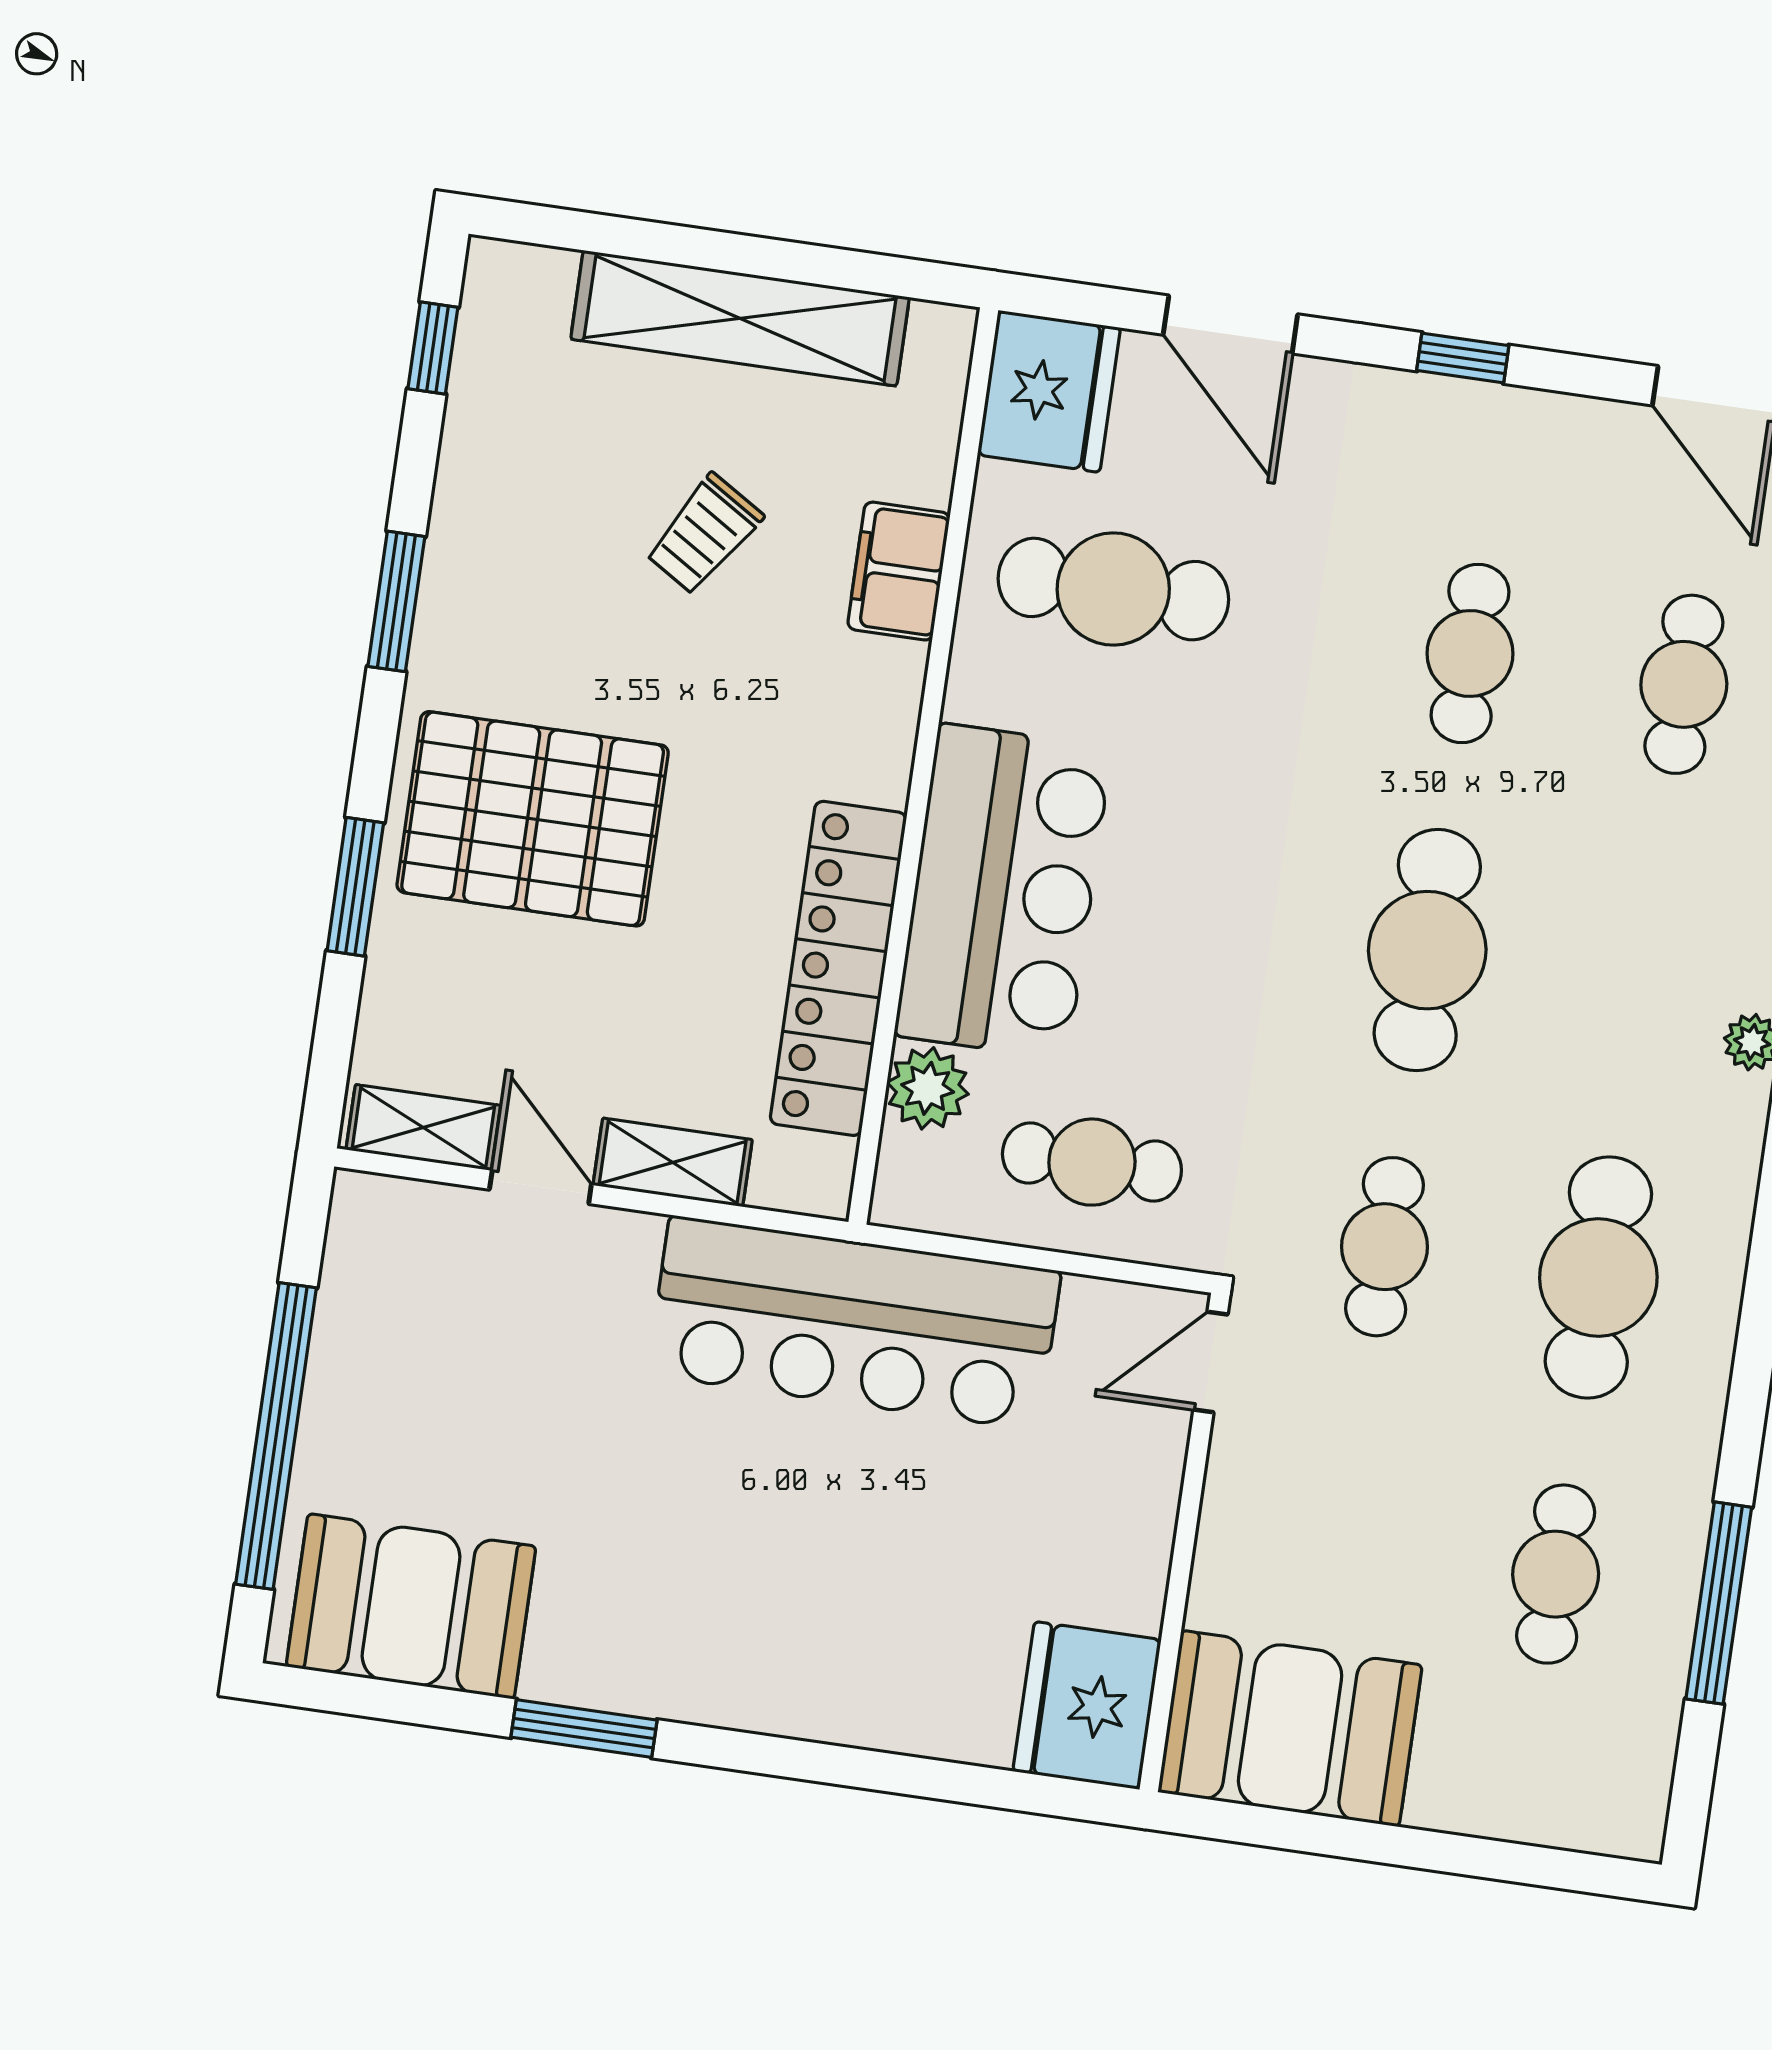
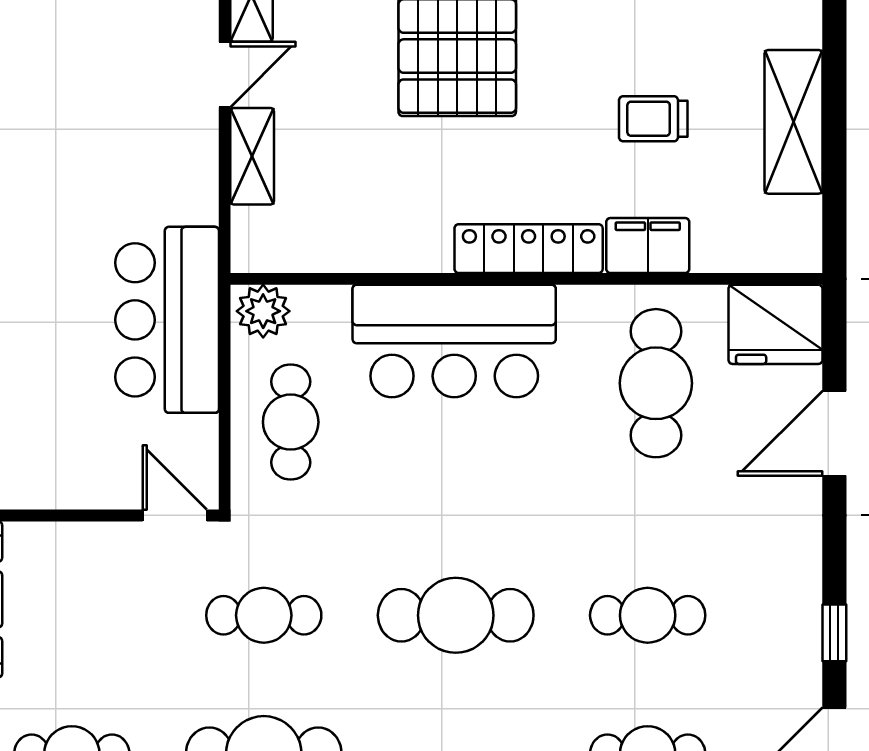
shelving: (740, 318) -> (793, 122), width x0.68
window: (1463, 358) -> (834, 633), moved
trolley: (704, 534) -> (653, 119), turned -32
locker: (838, 968) -> (529, 249), moved, width x0.71, depth x0.83
plant: (928, 1088) -> (263, 311), moved
bar counter: (854, 1323) -> (167, 320), width x0.73

